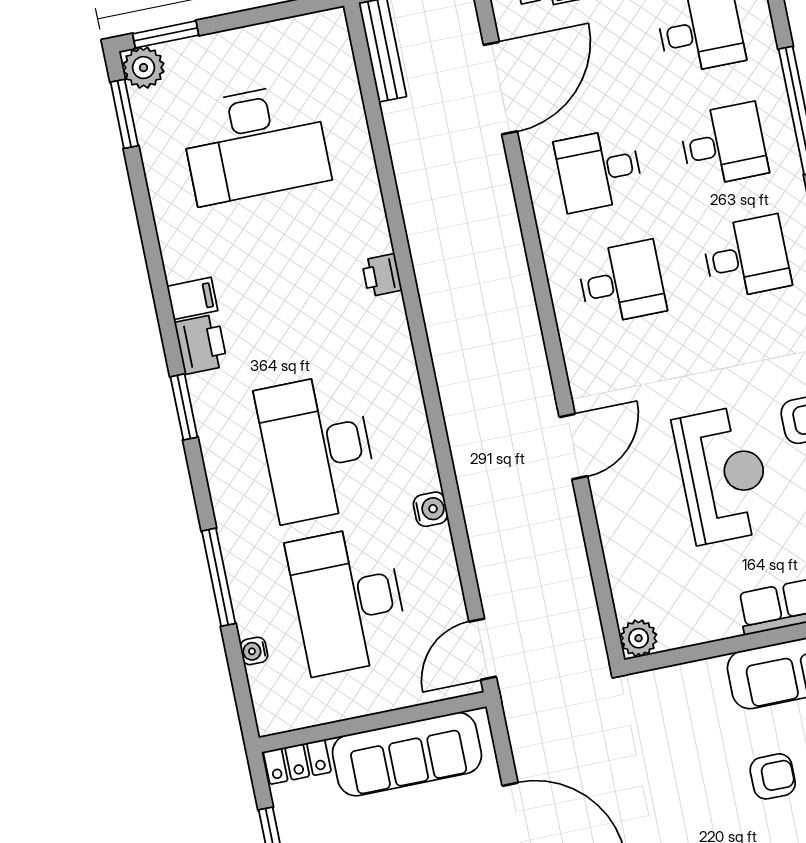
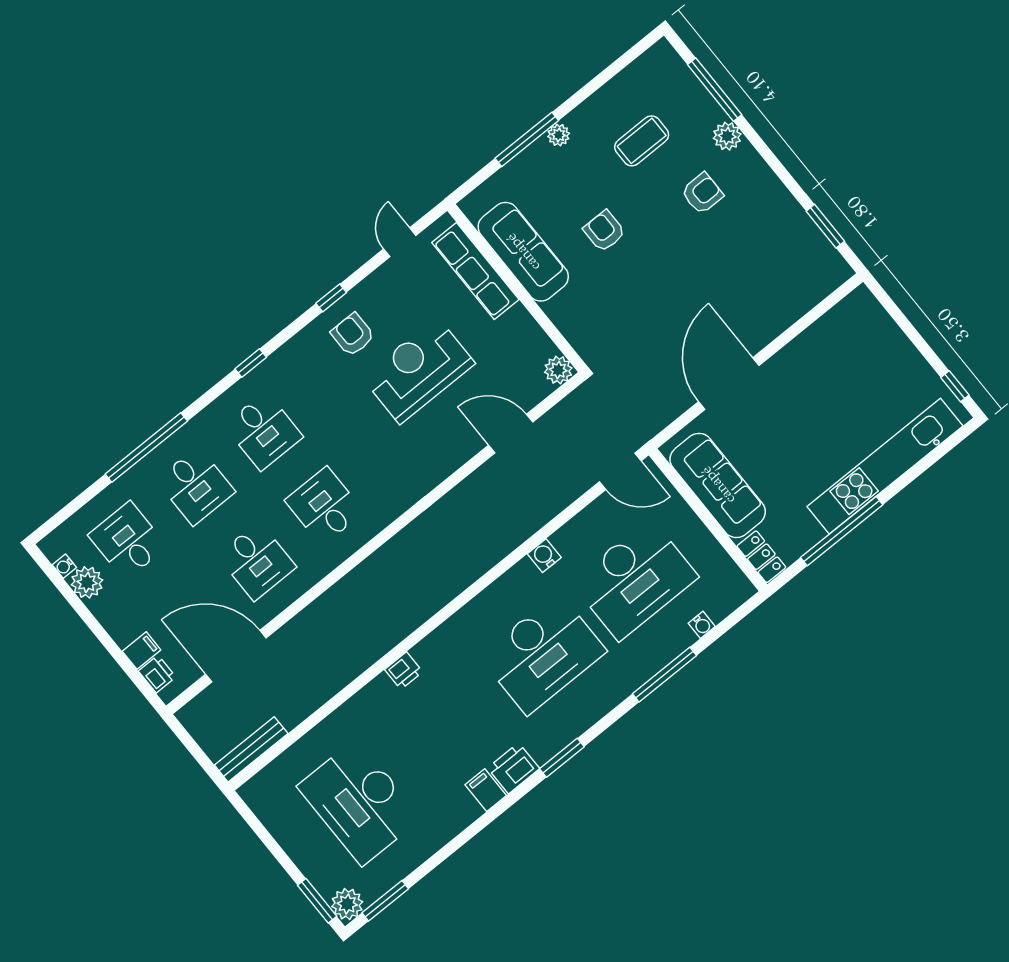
desk: (255, 143) -> (359, 802), turned 180
desk: (724, 145) -> (196, 486), turned 180
desk: (747, 257) -> (263, 431), turned 180
door: (573, 447) -> (511, 434), moved

